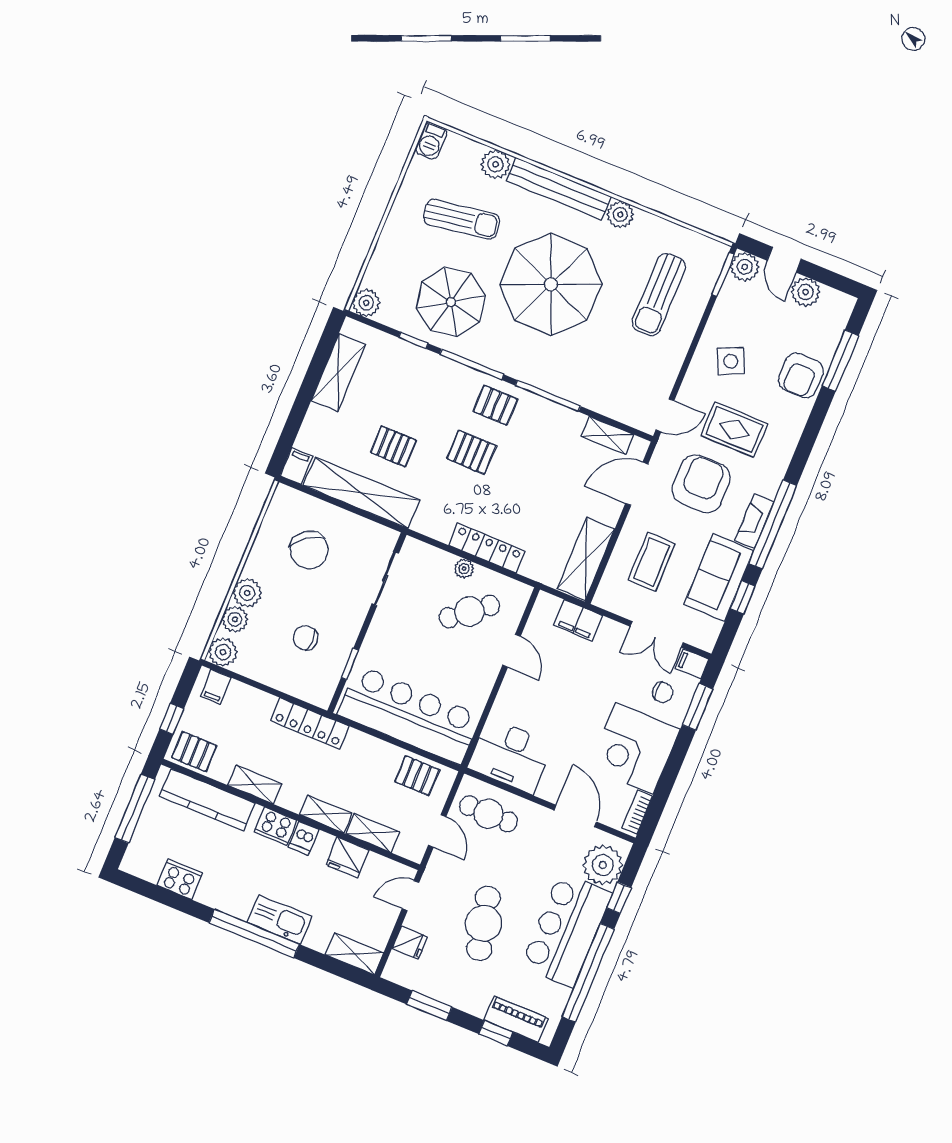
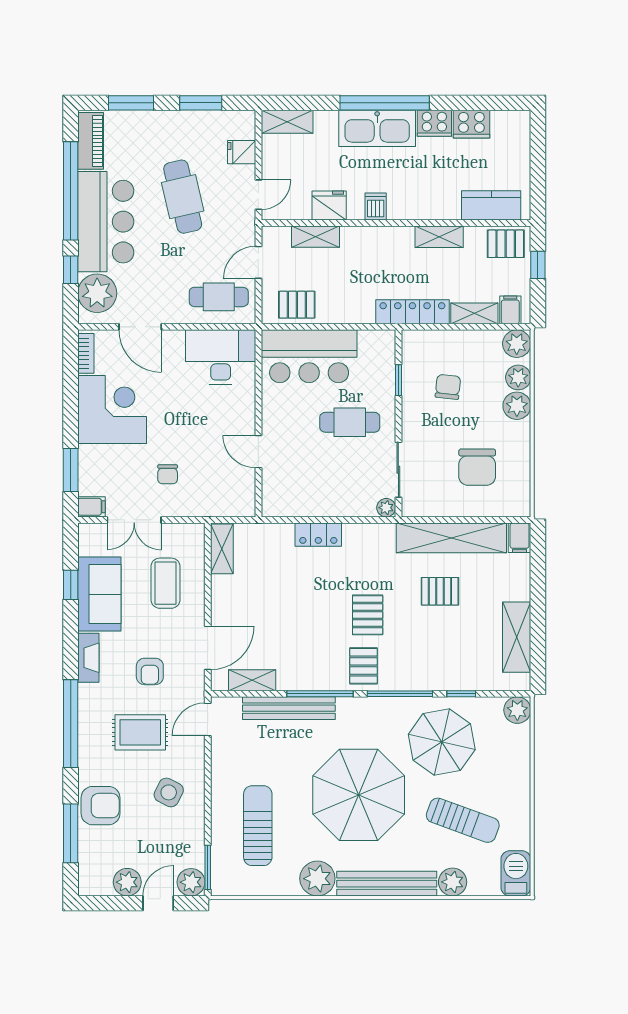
barbecue: (431, 141) -> (516, 873), width x1.38, depth x1.27
plant: (620, 215) -> (317, 879), width x1.36, depth x1.36
sun lounger: (462, 219) -> (463, 820), turned -151
door: (784, 260) -> (158, 903), hinge flipped
side table: (731, 361) -> (169, 792), turned -38
armchair: (801, 375) -> (101, 806), turned 90
bench: (583, 394) -> (289, 708), added
pallet: (495, 405) -> (364, 666), turned 90
pallet: (471, 452) -> (368, 615), turned 90
armchair: (701, 484) -> (150, 671), width x0.53, depth x0.53
window: (773, 524) -> (71, 724), moved
locker: (487, 548) -> (318, 535), width x0.66
chair: (309, 550) -> (477, 467), turned -144
shelving: (586, 559) -> (222, 549), width x0.67, depth x0.75
plant: (464, 569) -> (386, 508), moved
cafe table: (469, 612) -> (350, 422), moved, turned 39
filing cabinet: (578, 620) -> (210, 504), removed
double door: (657, 634) -> (134, 520), swing flipped
chair: (305, 638) -> (448, 387), turned -84
chair: (663, 692) -> (168, 474), moved, turned -90
bar counter: (409, 715) -> (309, 356), width x0.73
kitchen counter: (207, 800) -> (491, 205), width x0.67
window: (135, 809) -> (538, 171), removed
shelving: (326, 814) -> (474, 313), moved
cooker: (275, 826) -> (434, 123), moved, turned 180
door: (437, 831) -> (258, 262), hinge flipped
kitchen sink: (280, 919) -> (377, 128), width x1.36, depth x1.24
piano: (516, 1019) -> (91, 141), moved, turned -90
window: (496, 1033) -> (131, 103), width x1.50

